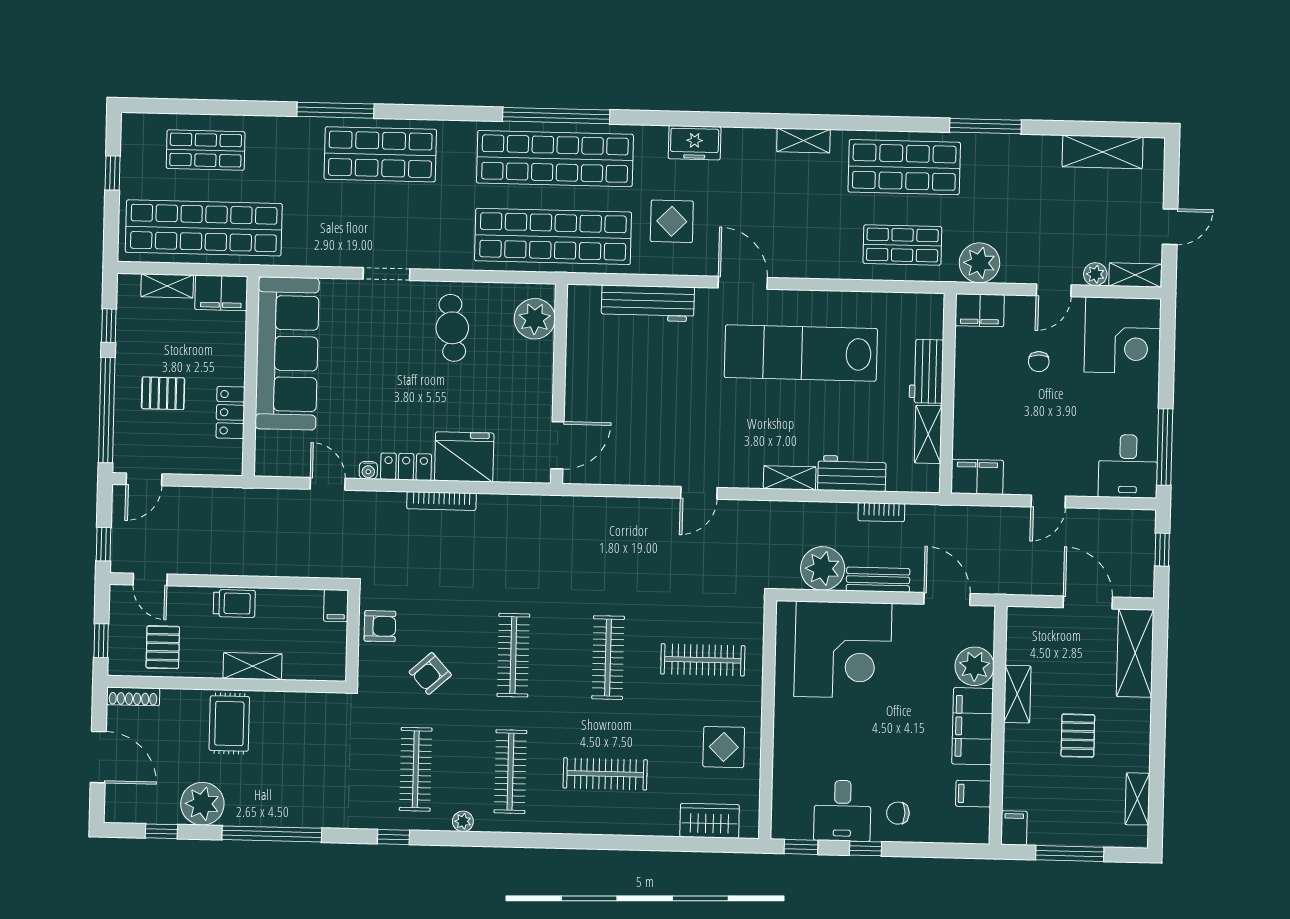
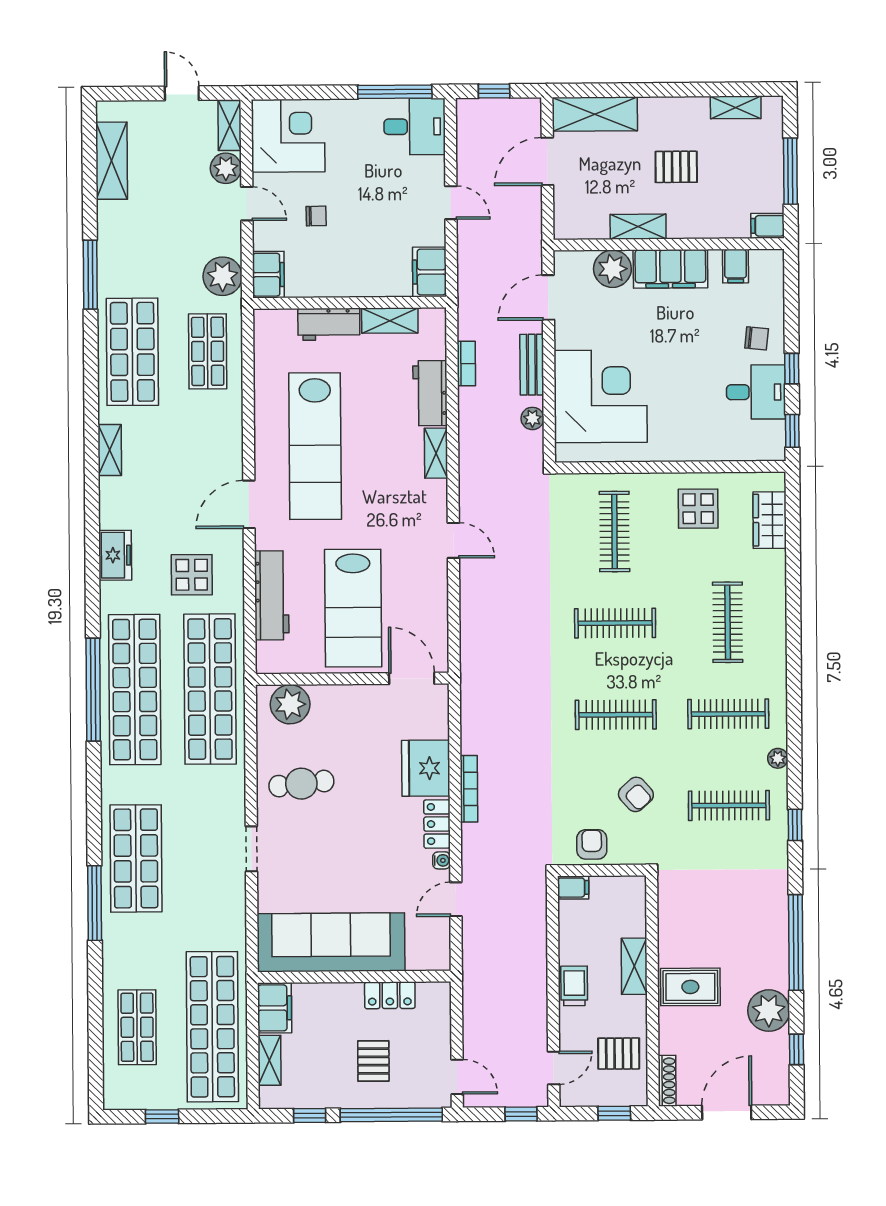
plant: (1095, 274) -> (226, 168), width x1.38, depth x1.38
lab bench: (632, 387) -> (353, 608), added
plant: (823, 568) -> (532, 418), width x0.53, depth x0.53
chair: (898, 813) -> (757, 338), turned -84

